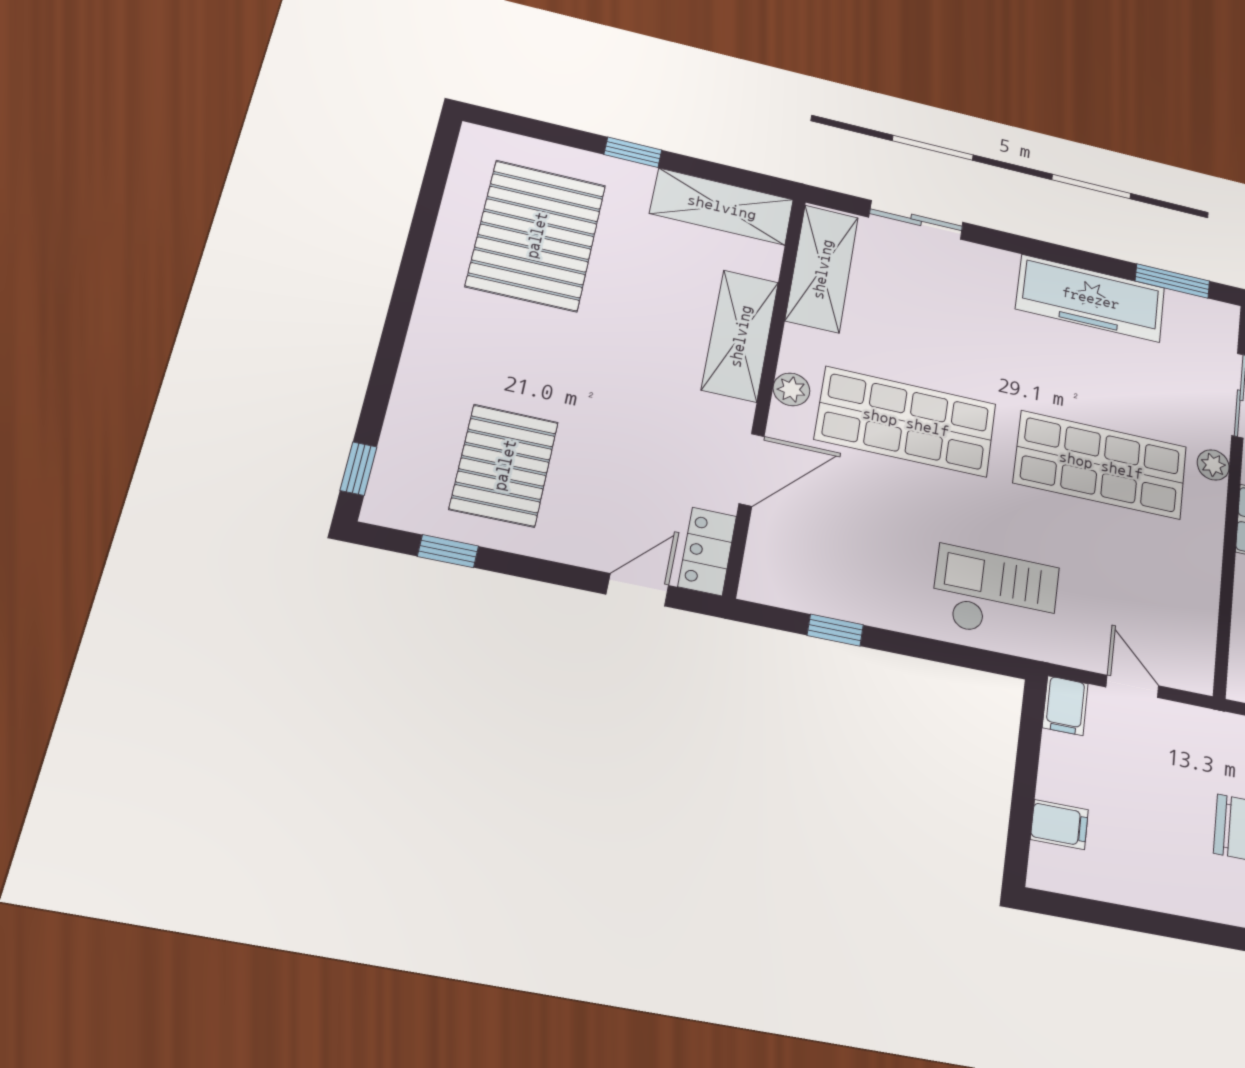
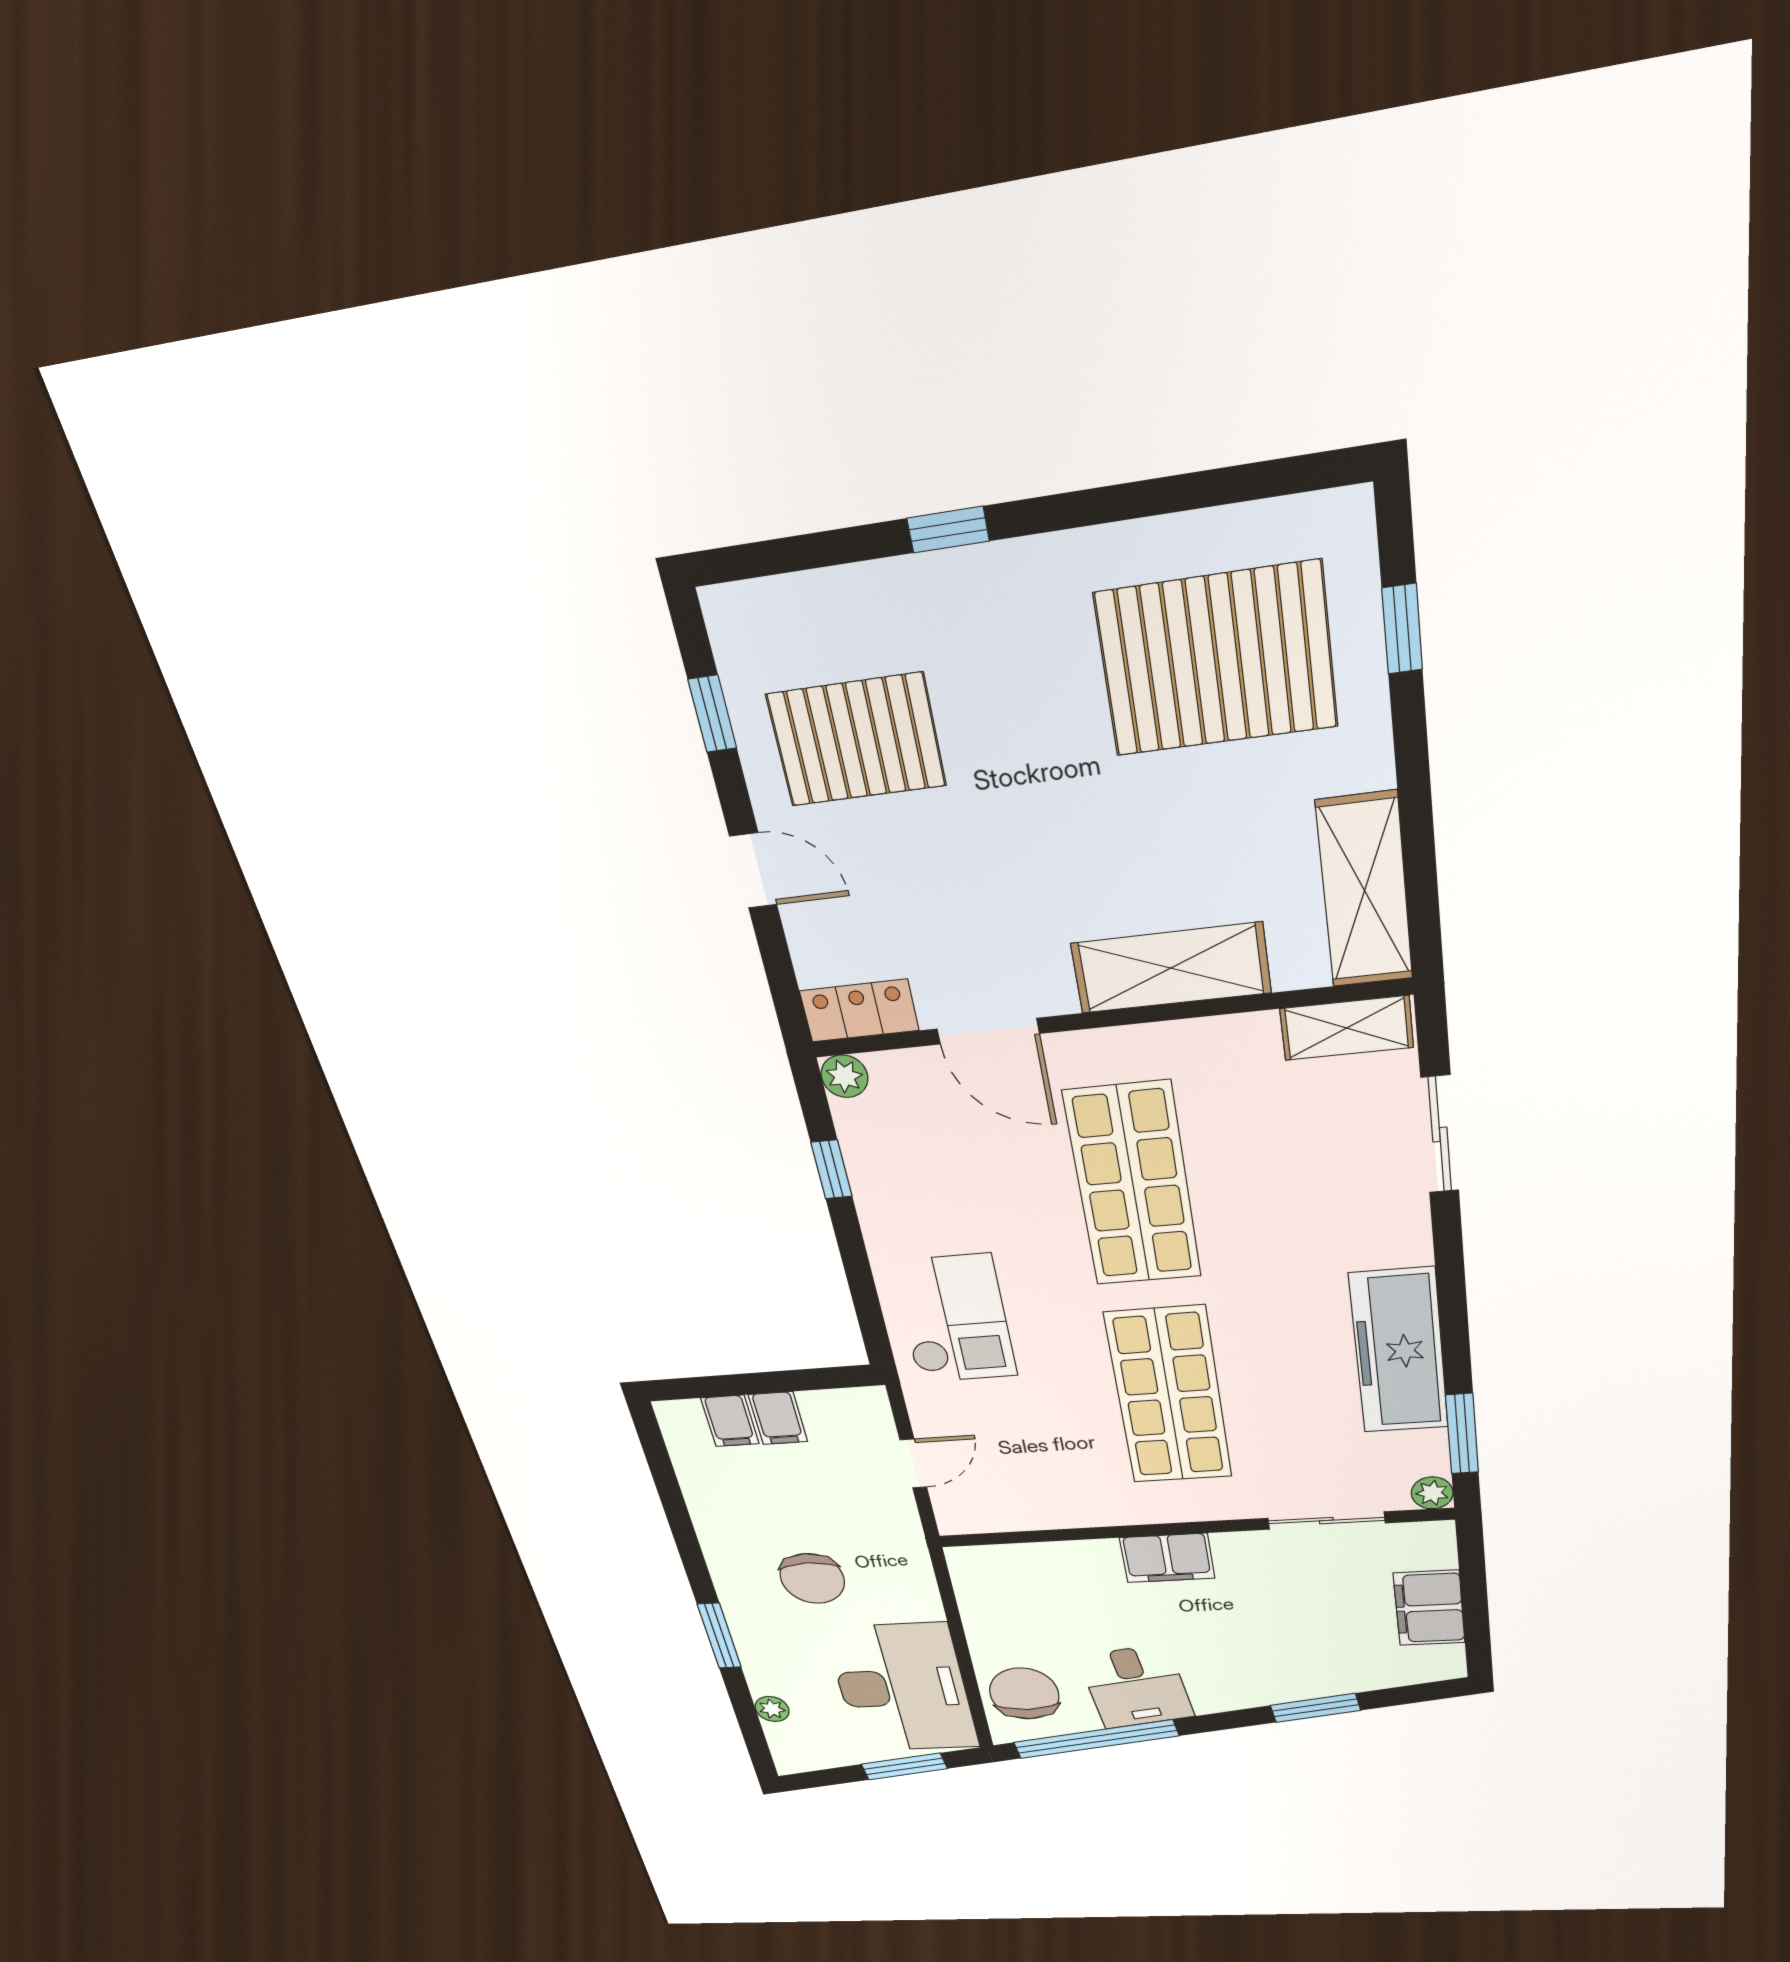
window: (633, 152) -> (1402, 629), moved
shelving: (822, 269) -> (1347, 1028), width x0.67, depth x0.75
plant: (791, 389) -> (844, 1076), moved
plant: (1213, 465) -> (1432, 1493), moved
window: (359, 469) -> (948, 530), moved
door: (637, 590) -> (753, 870), moved
filing cabinet: (1065, 706) -> (778, 1418), moved, turned -90

